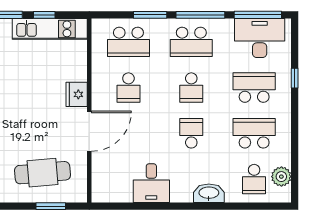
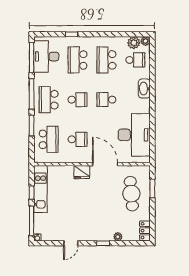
school desk: (191, 42) -> (49, 100), turned 180
desk: (151, 183) -> (134, 135), width x1.87, depth x1.30
plant: (284, 195) -> (146, 41), added

